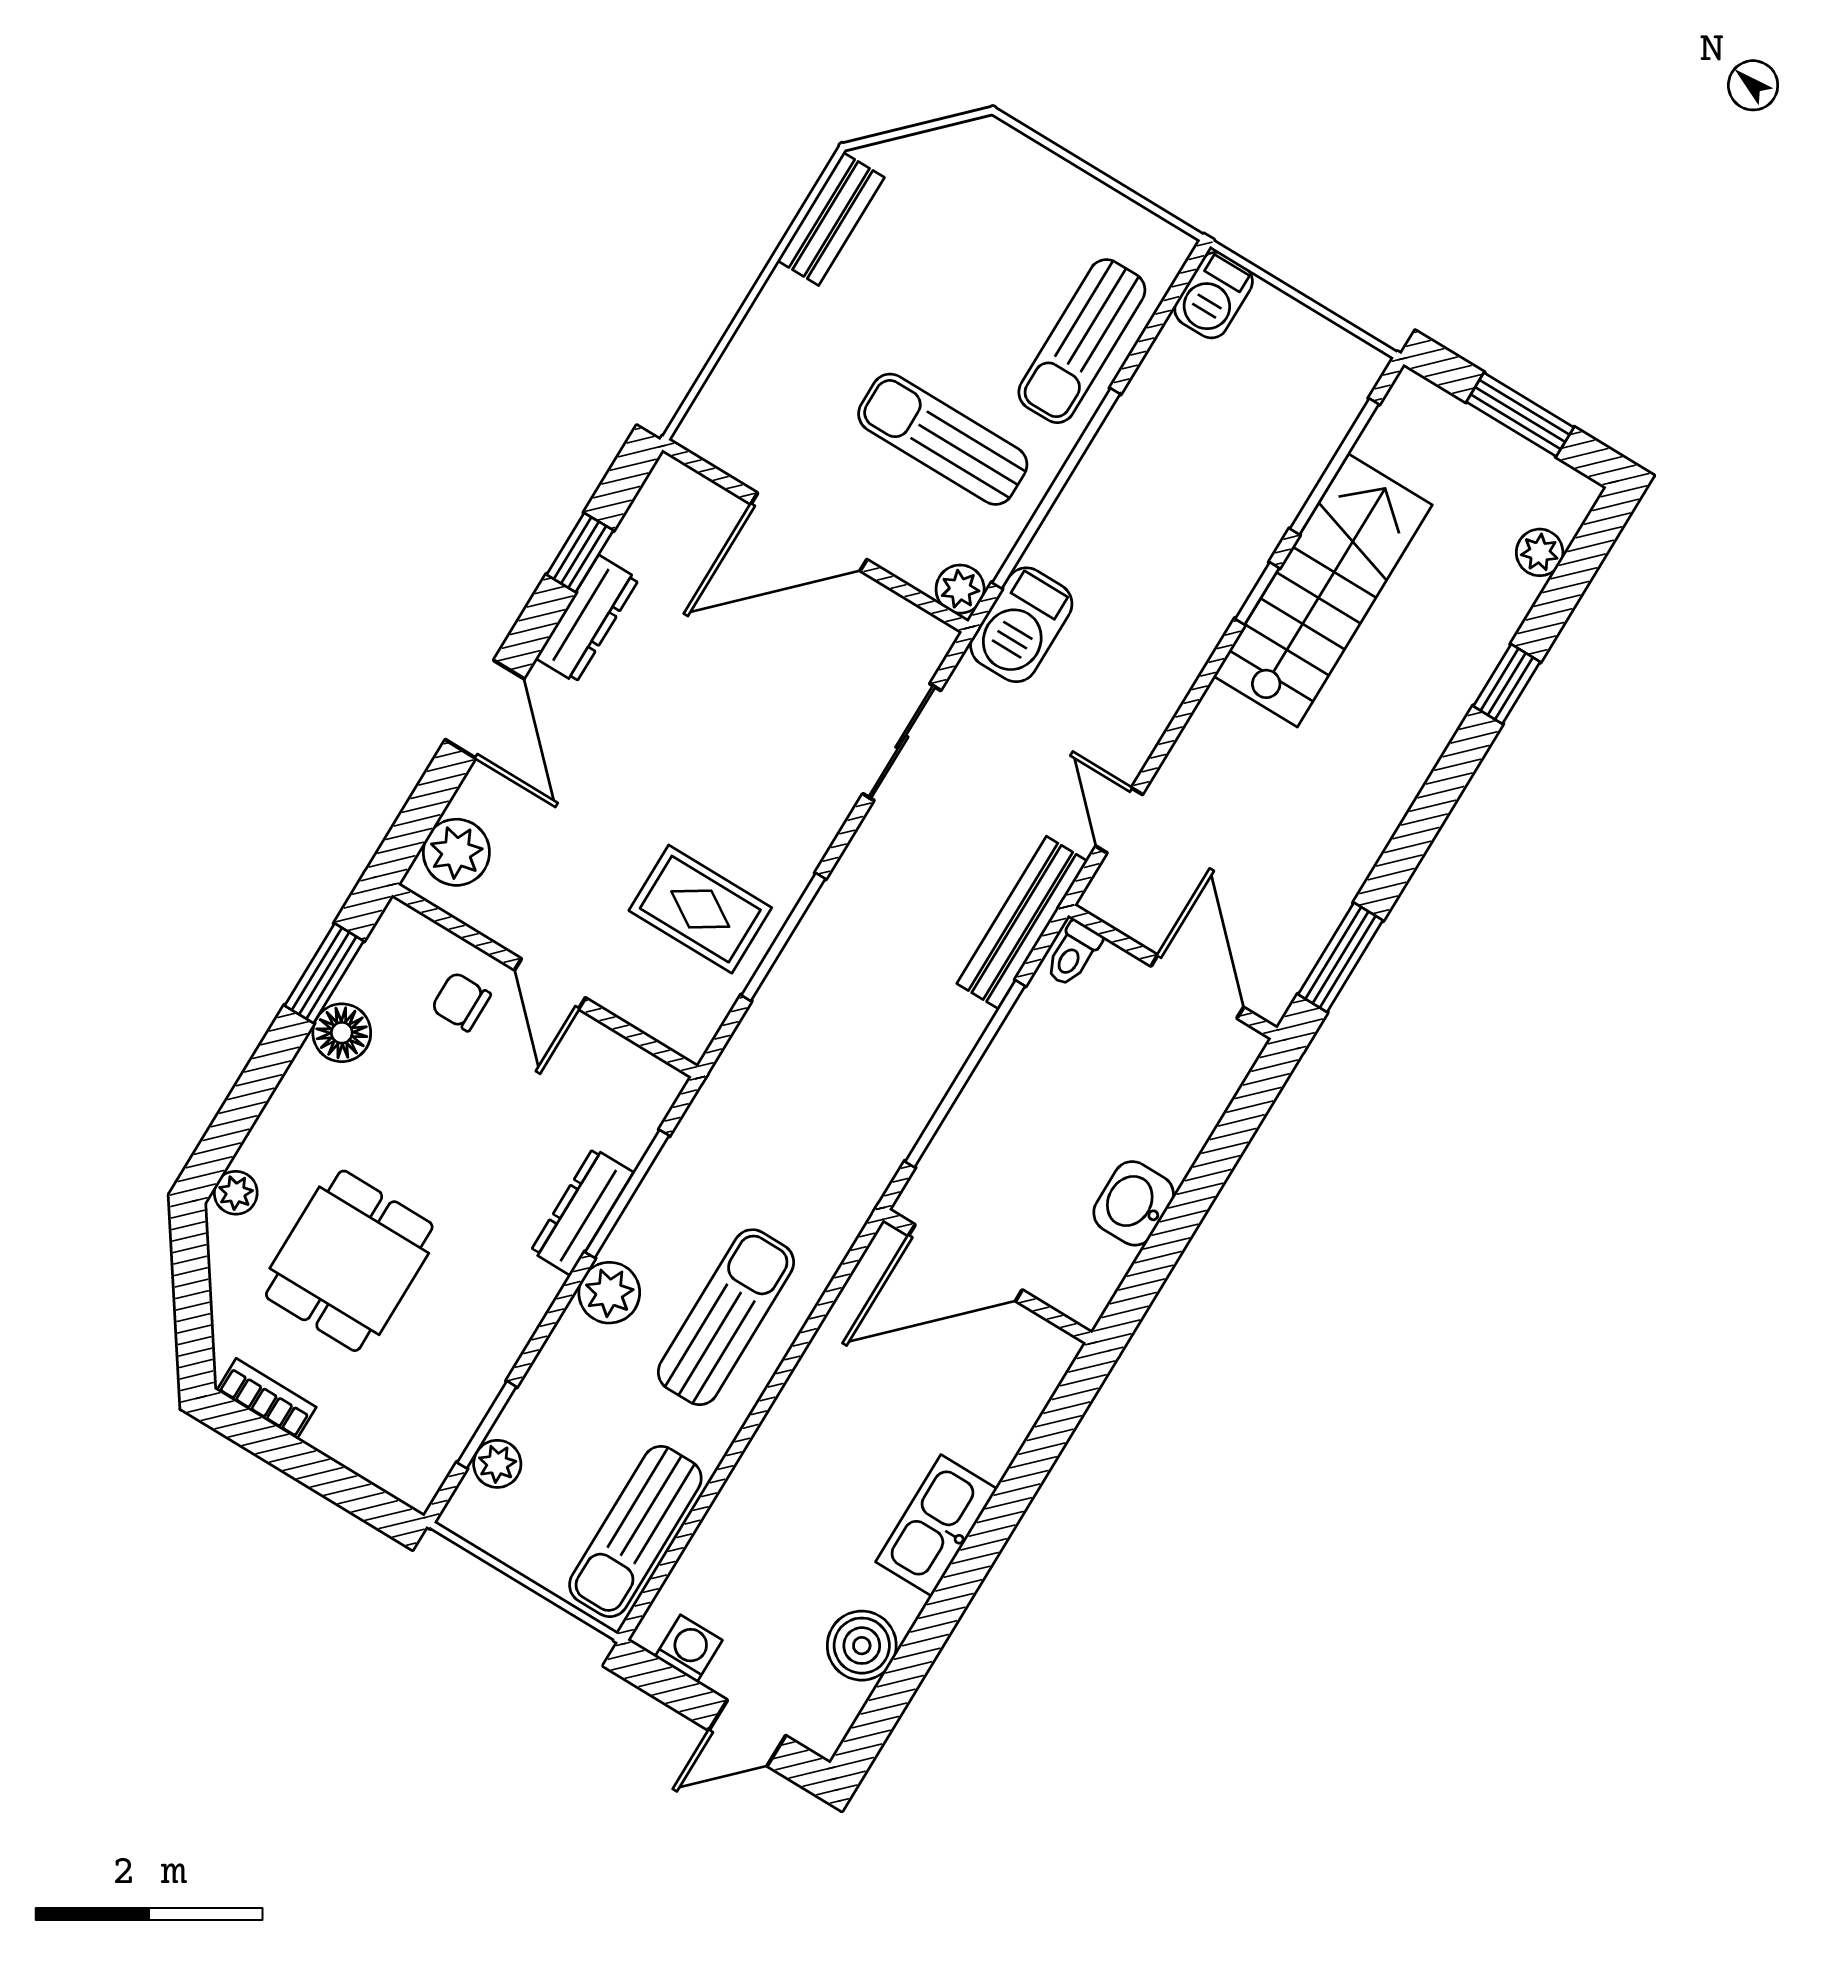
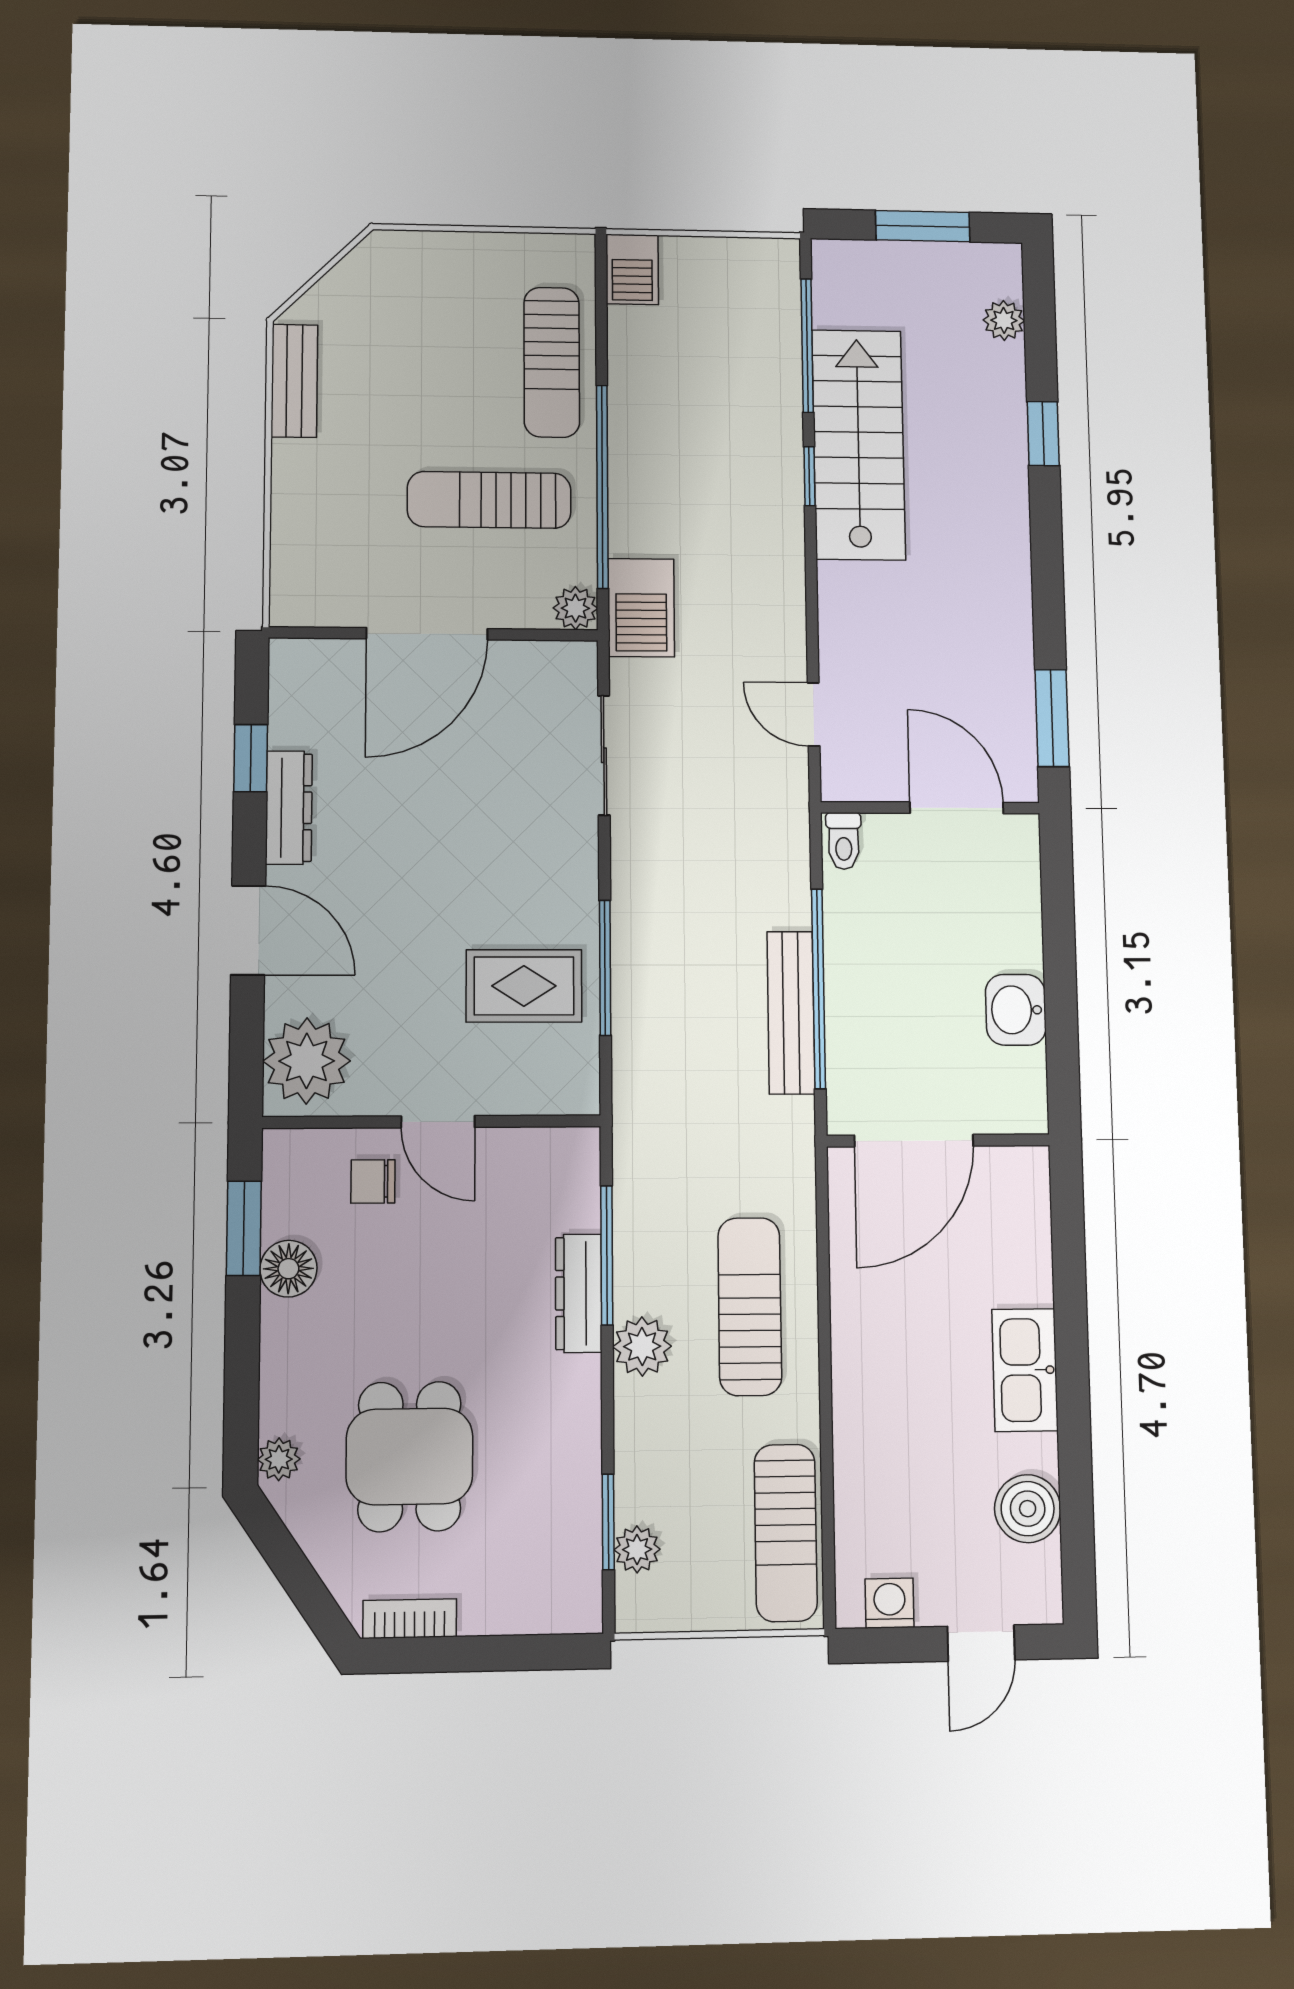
plant: (456, 852) -> (307, 1061), width x1.36, depth x1.36
bench: (1022, 922) -> (791, 1013), moved

